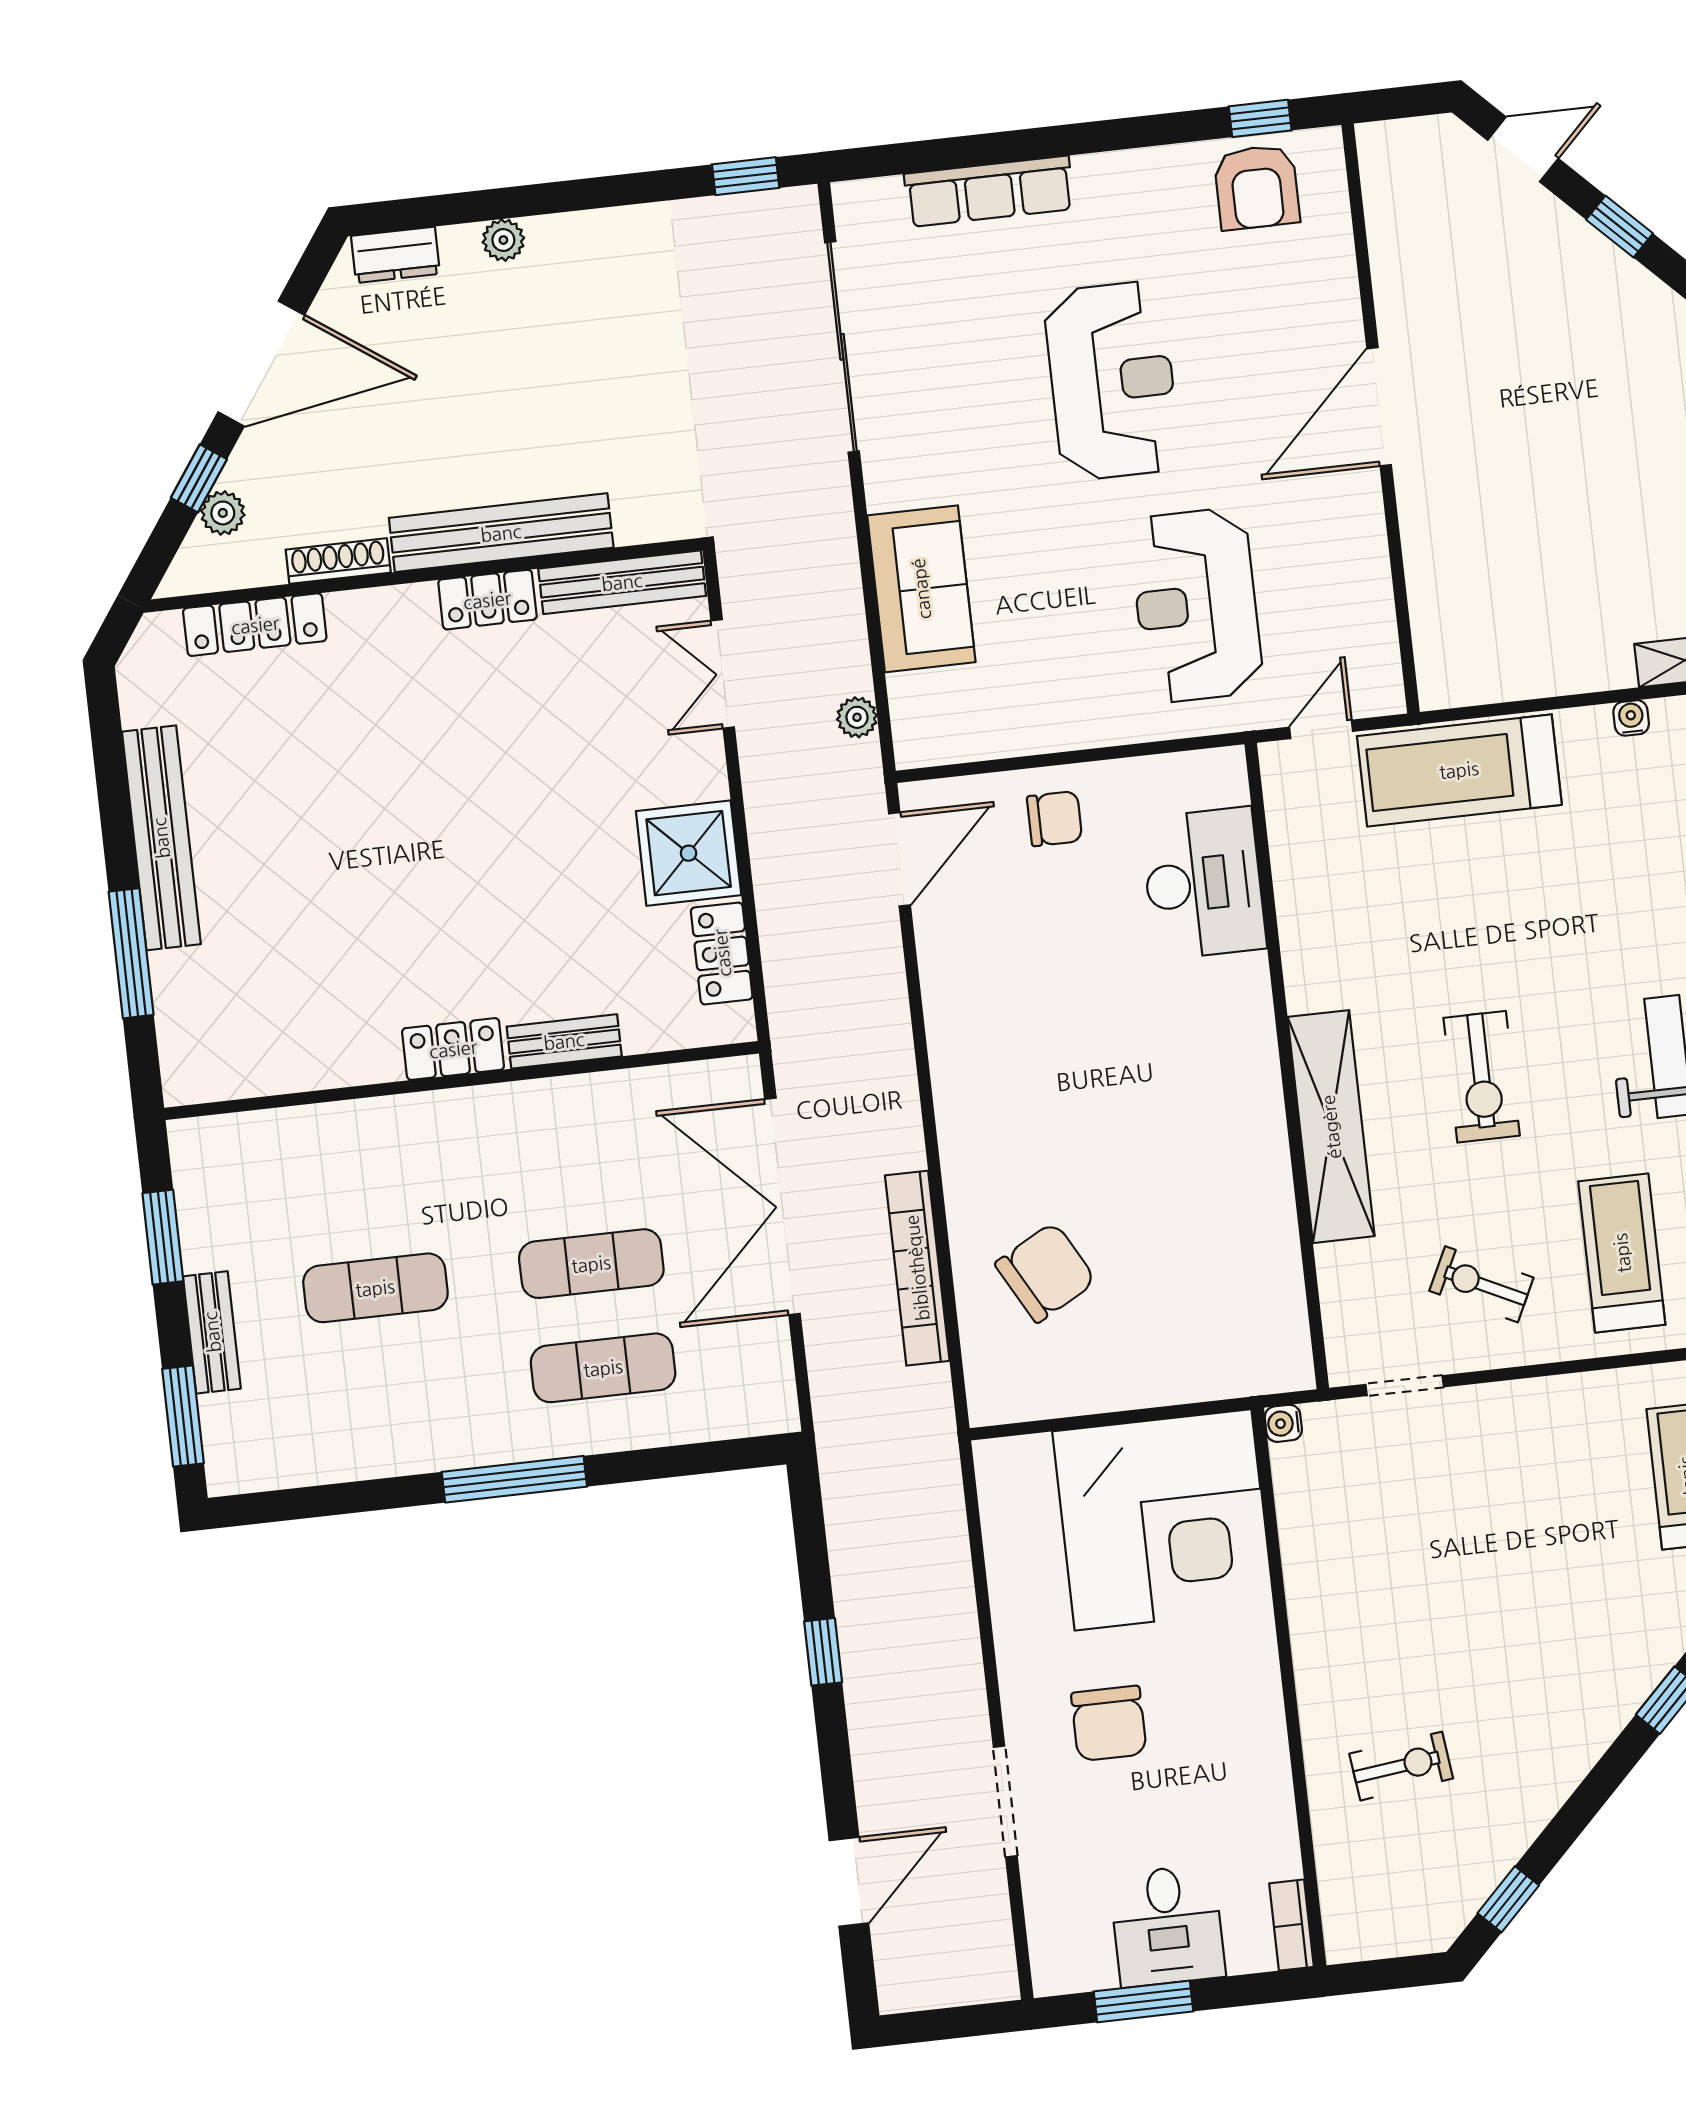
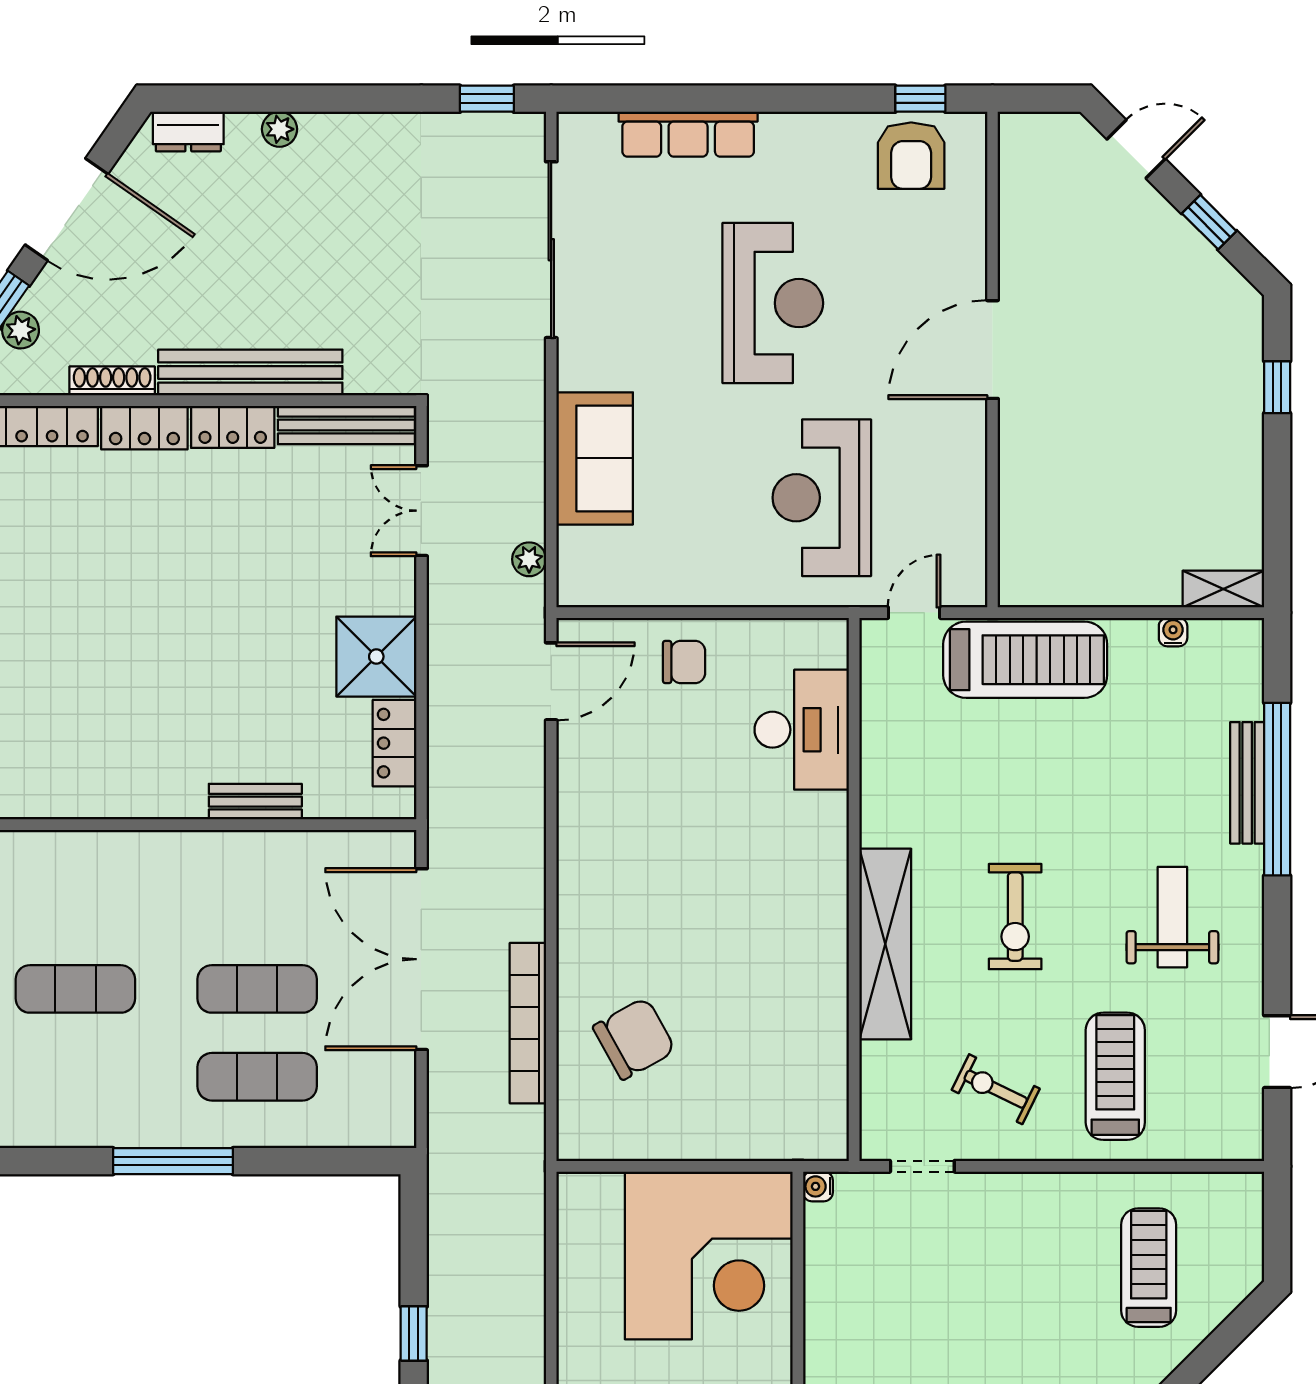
treadmill: (1459, 770) -> (1025, 660), turned 180
locker: (453, 1049) -> (144, 428), moved, turned 180

